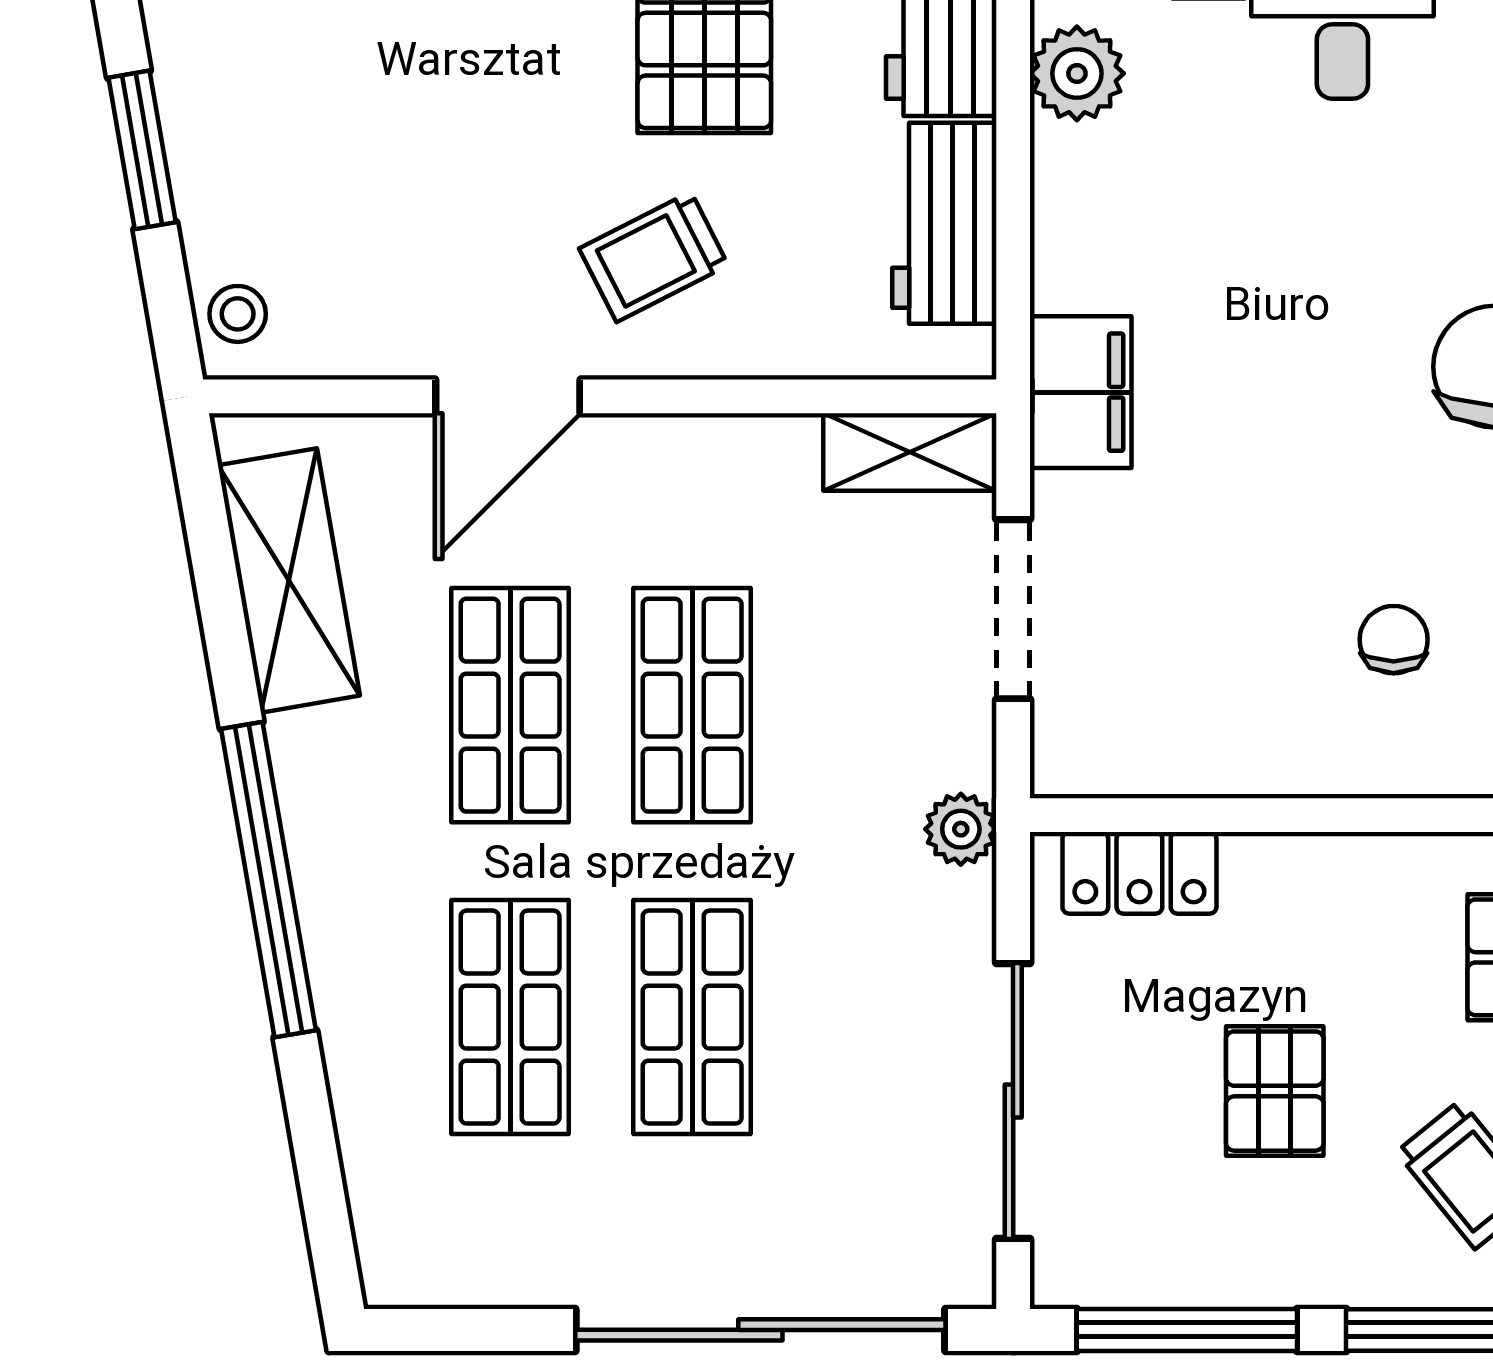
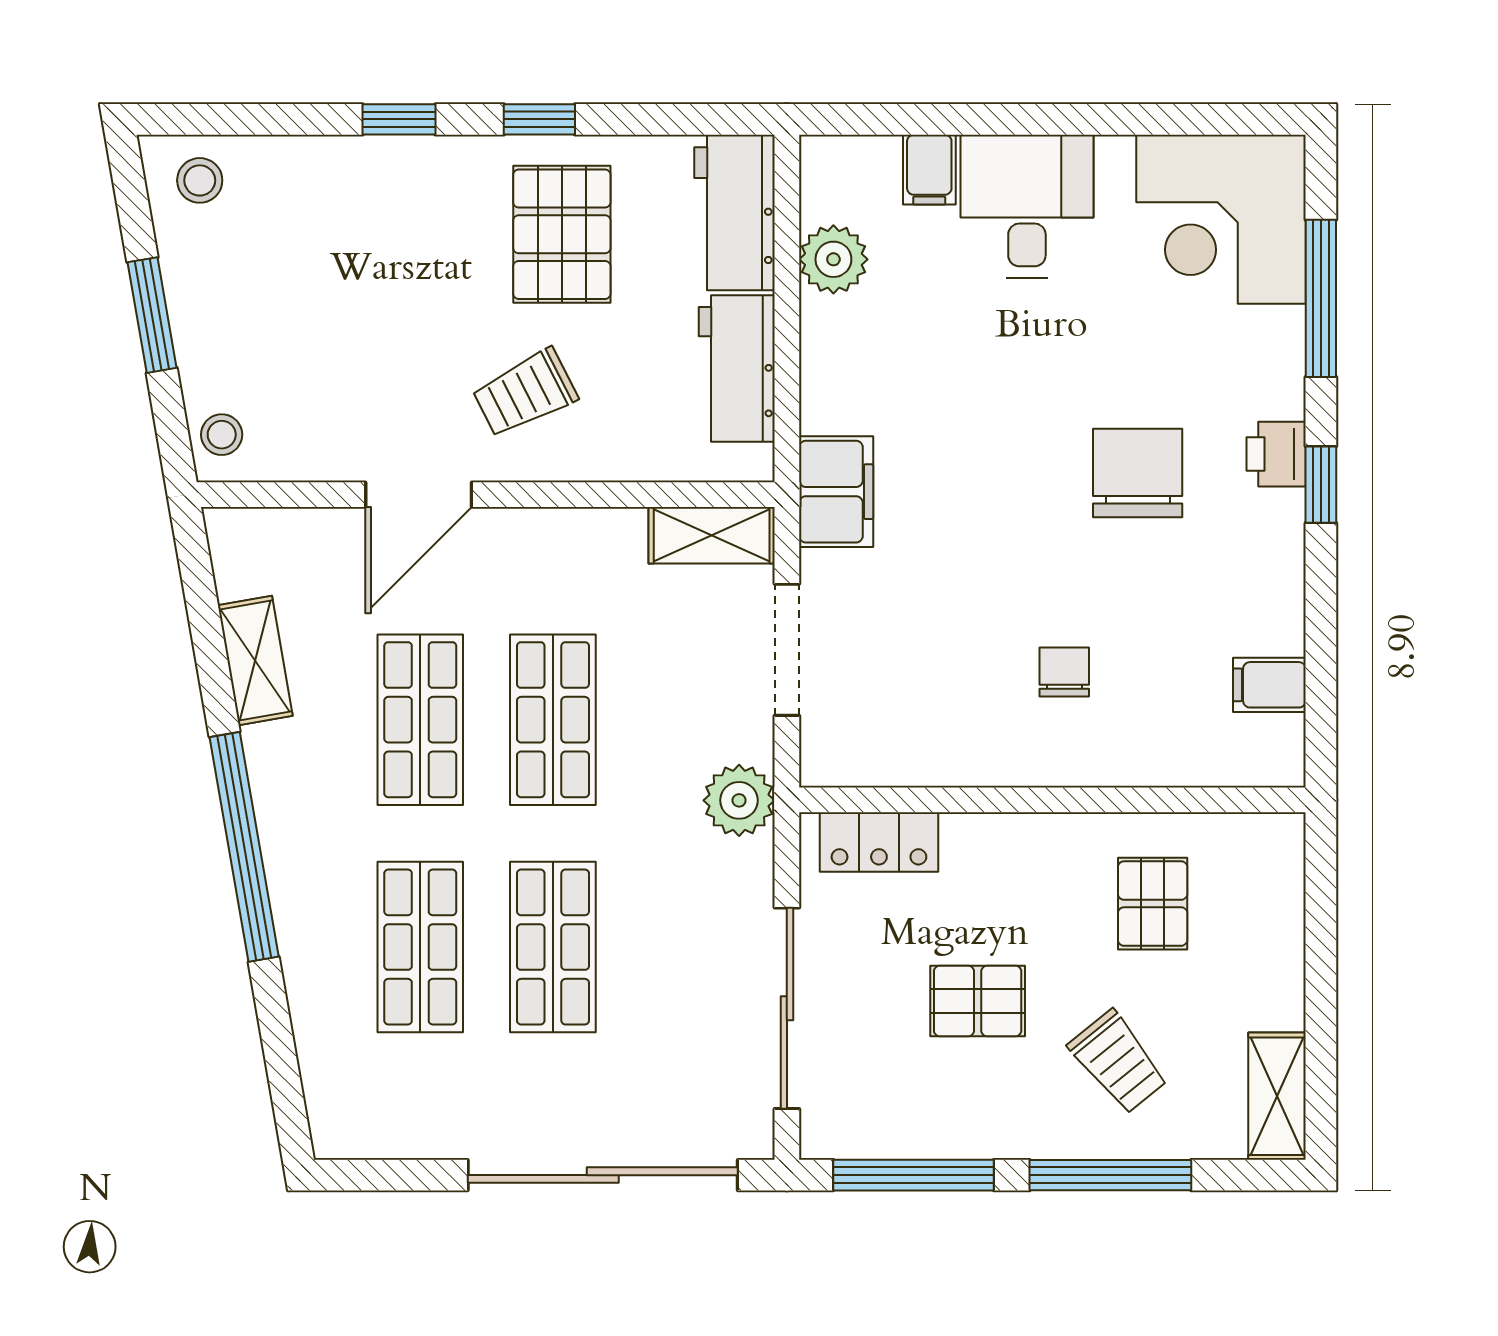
shelving: (289, 580) -> (255, 660), width x0.67, depth x0.75
plant: (961, 829) -> (739, 800), width x1.38, depth x1.38
pallet: (1275, 1091) -> (978, 1001), turned 90

